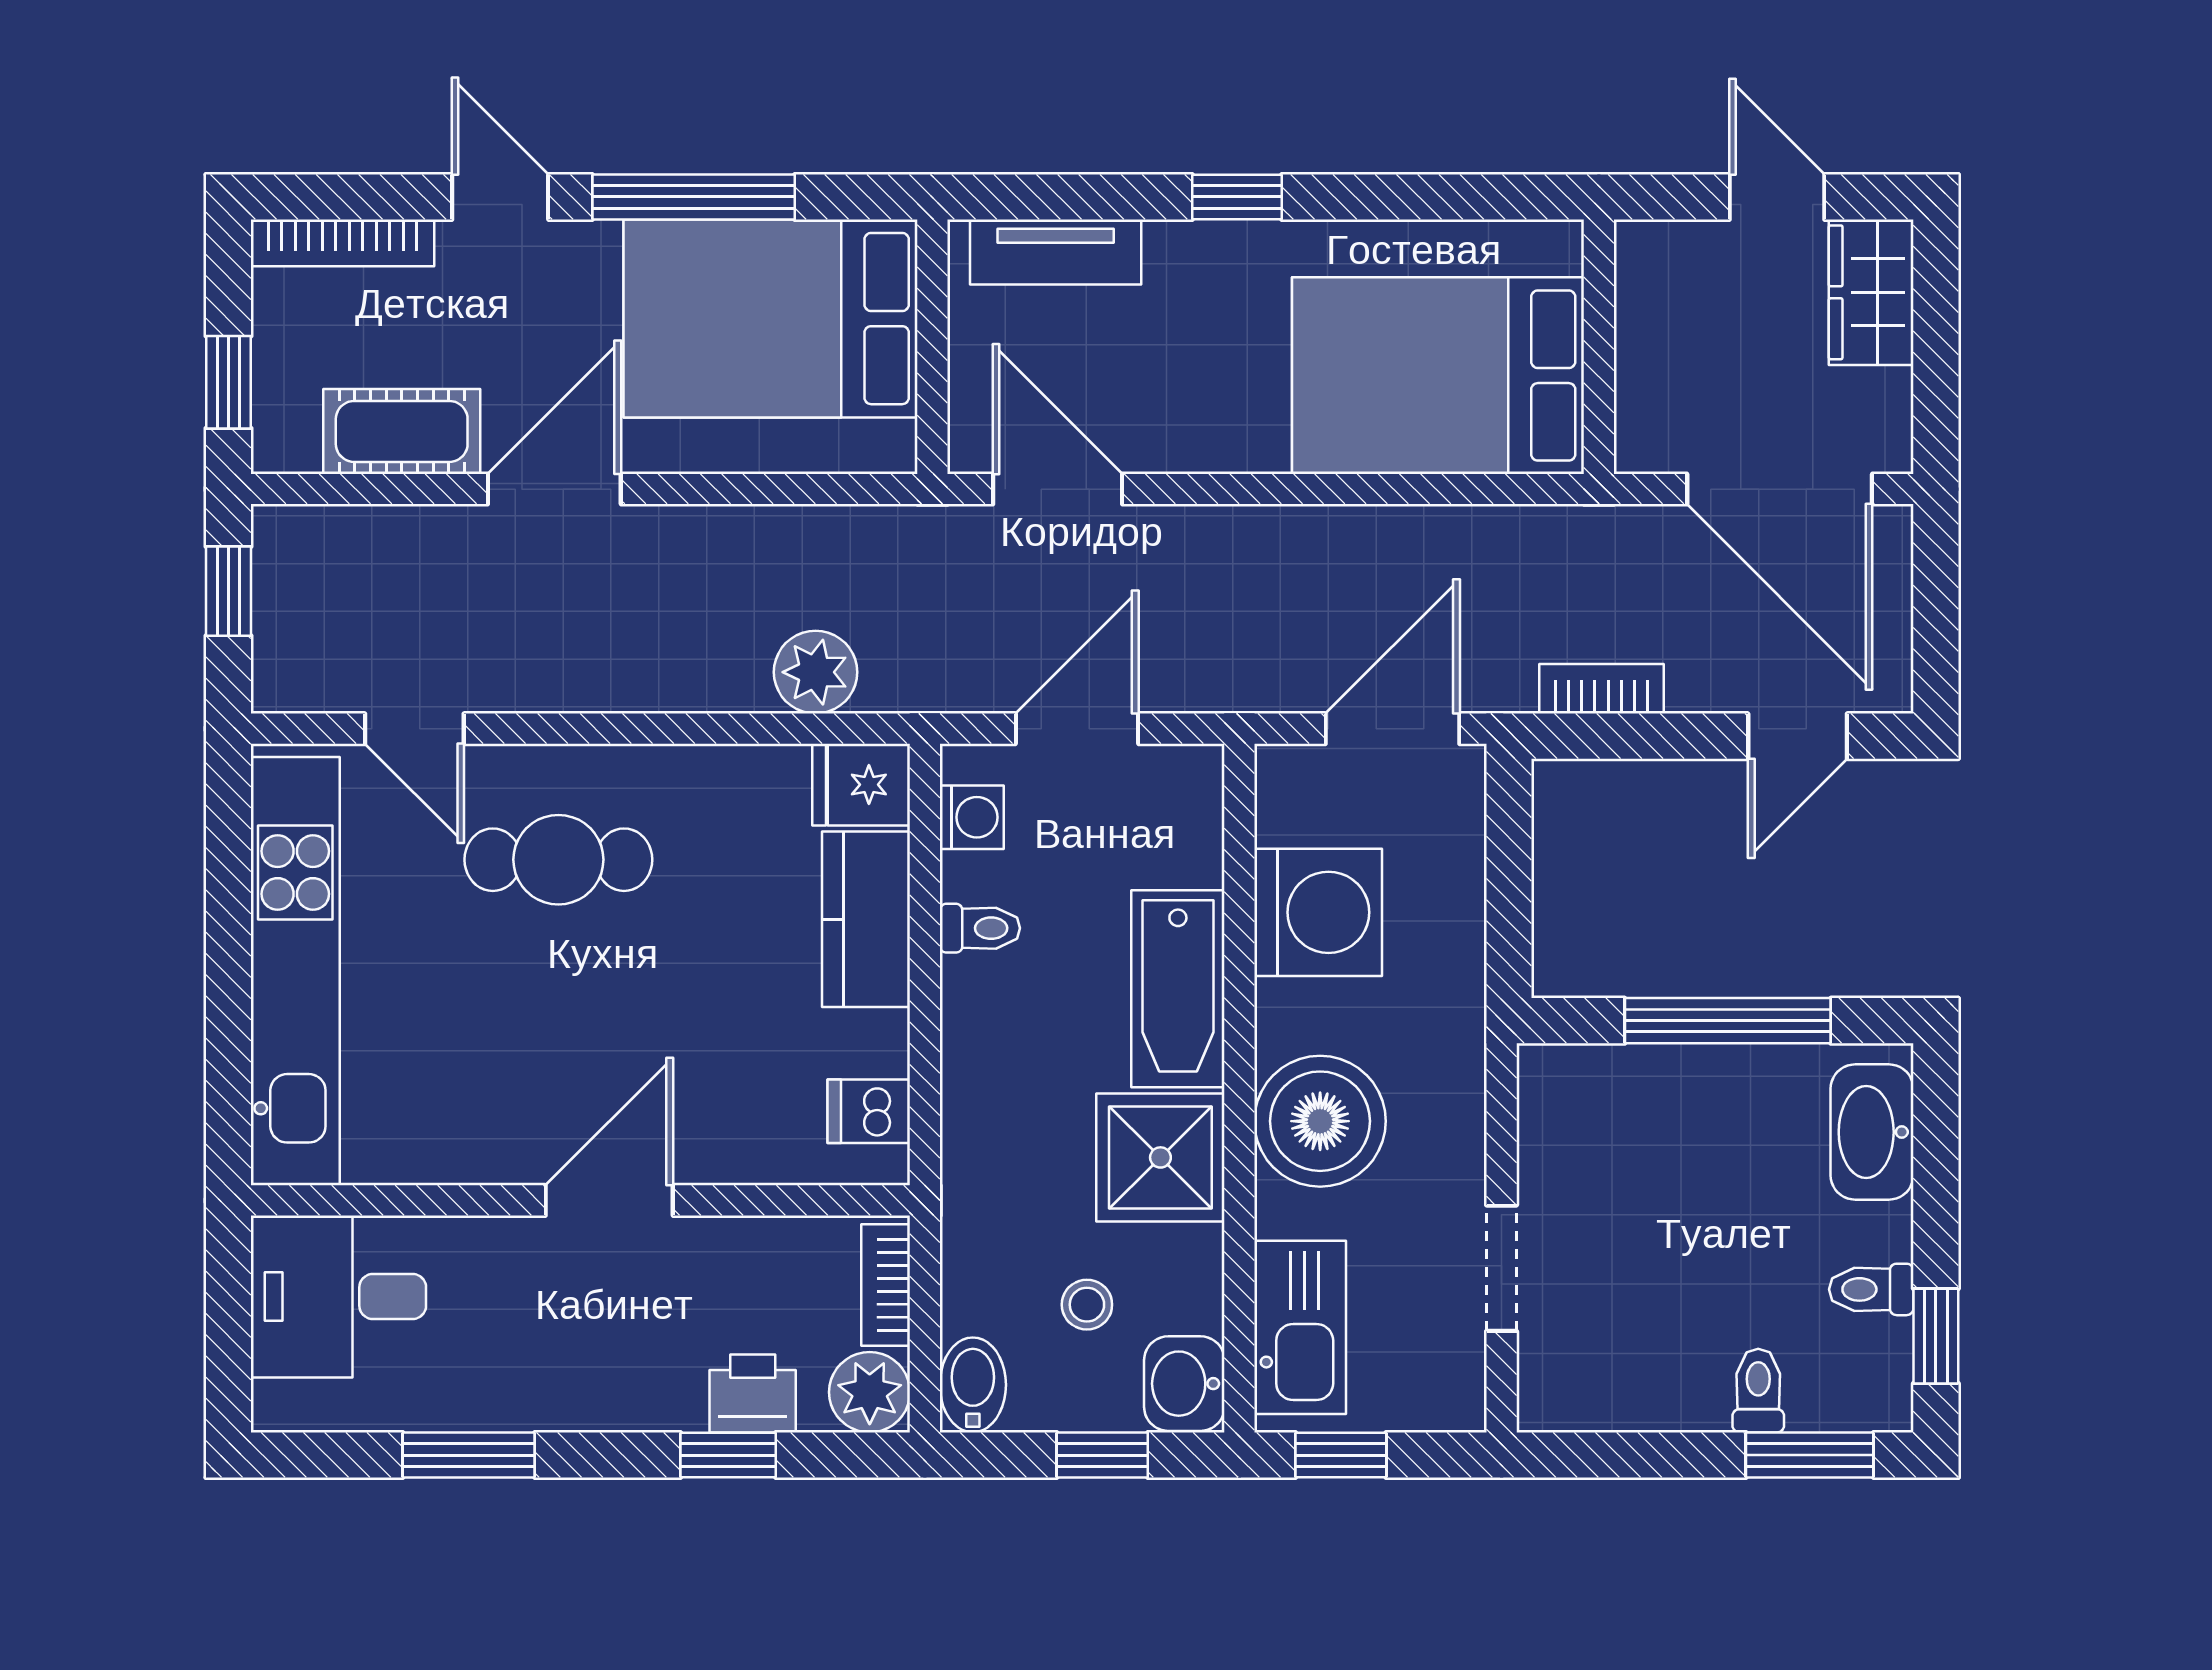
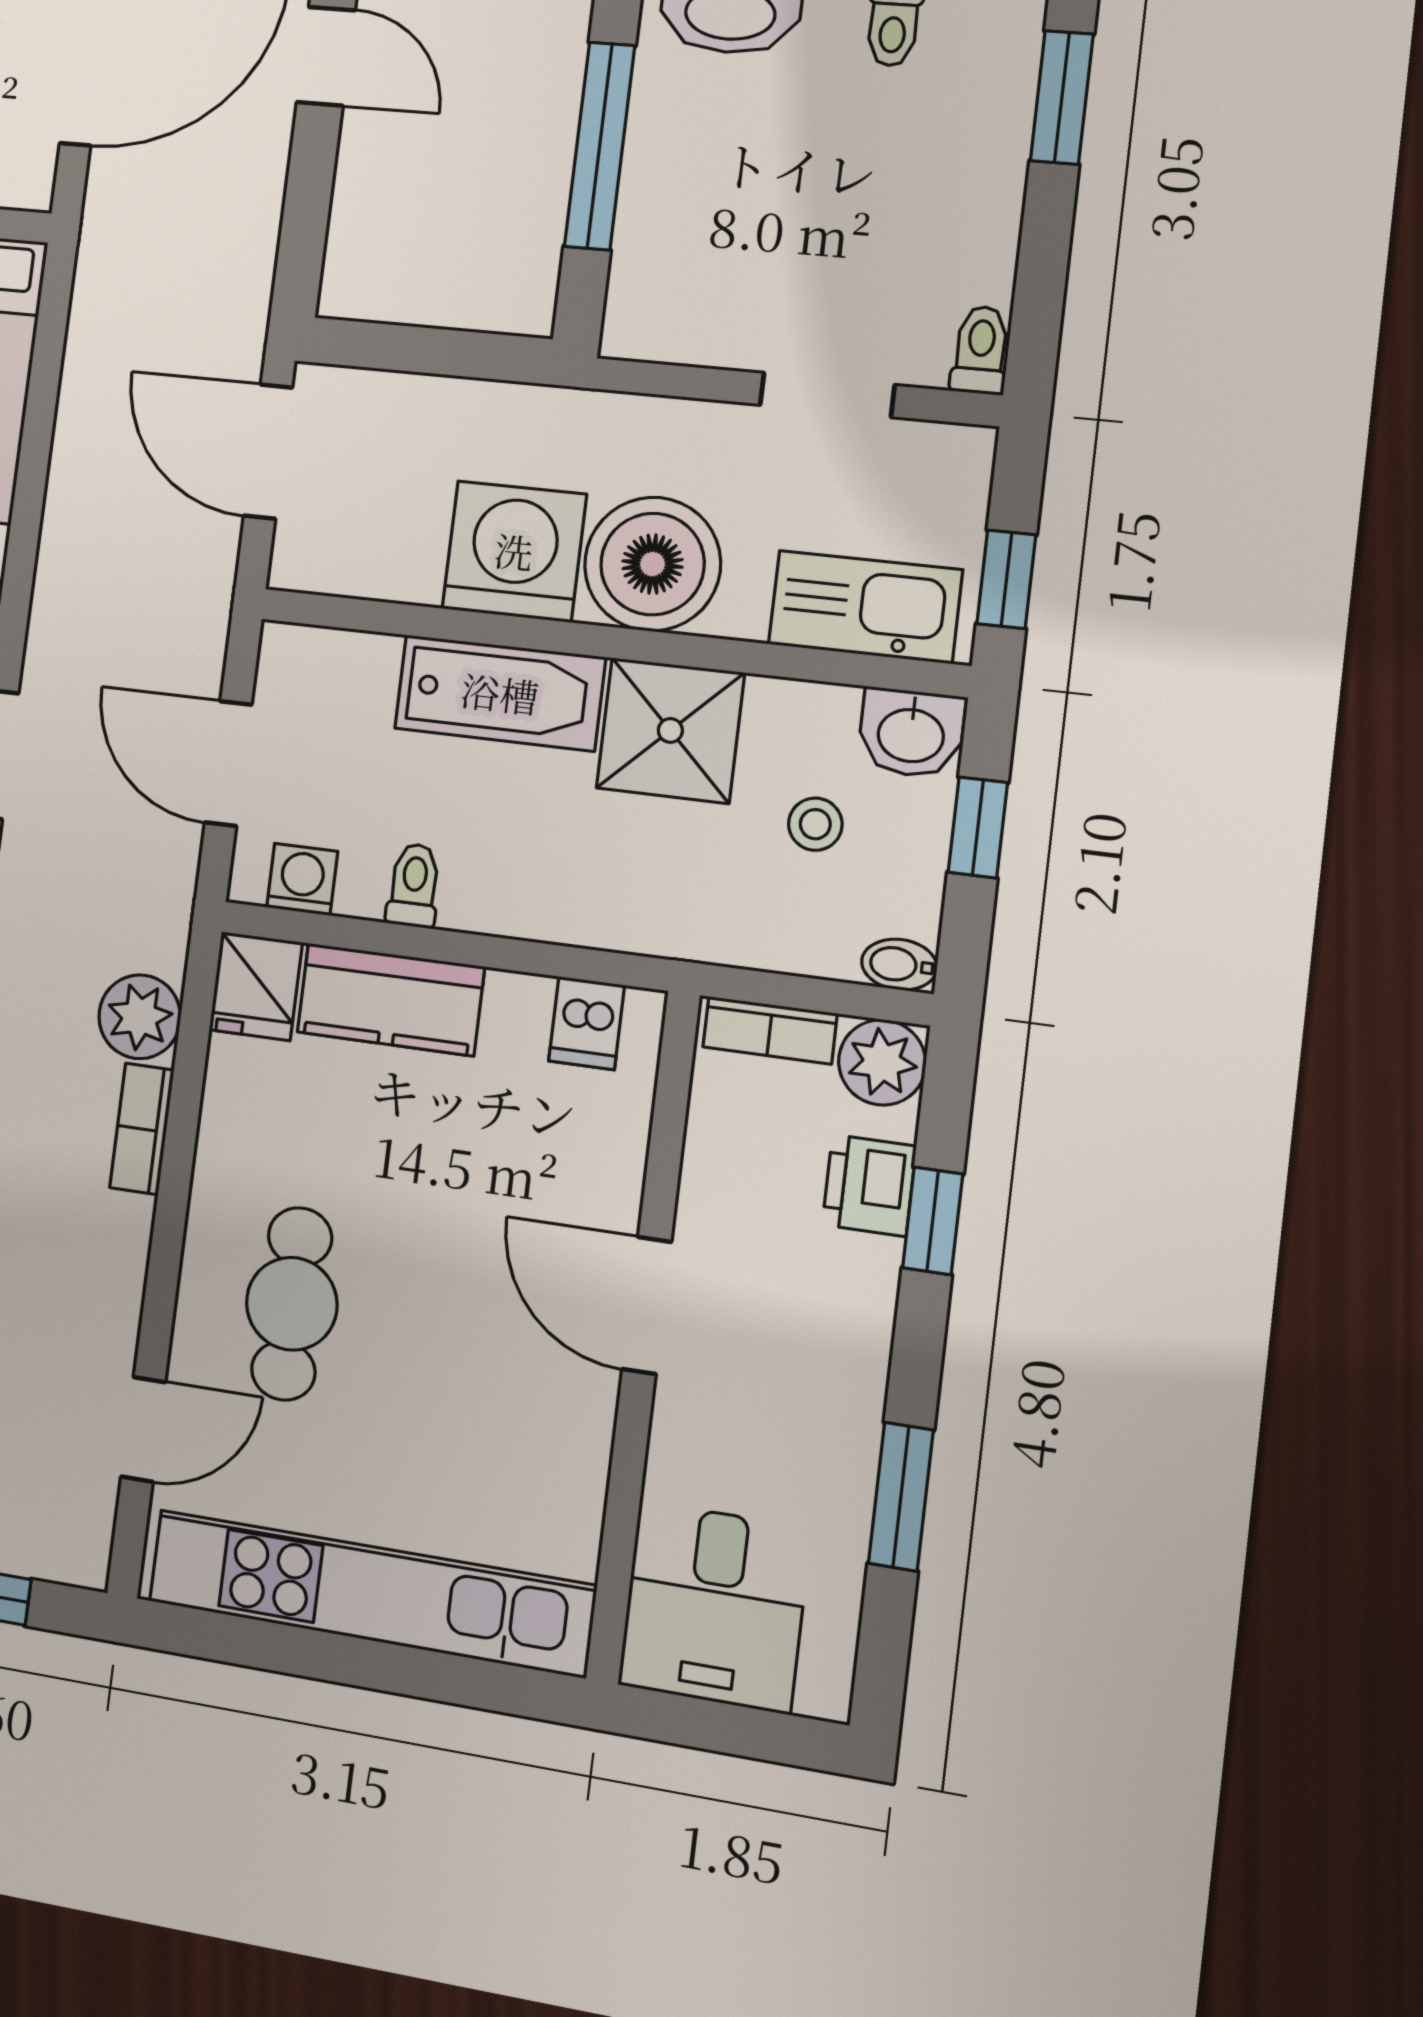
bookcase: (1601, 689) -> (142, 1129), moved
washing machine: (1318, 912) -> (514, 551), moved
bidet: (973, 1385) -> (899, 965), width x0.72, depth x0.74
toilet: (1758, 1391) -> (981, 350), moved, turned 90

